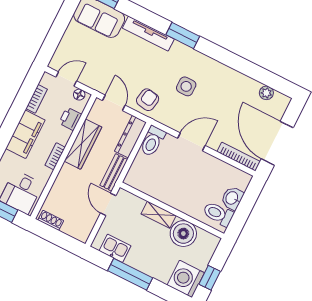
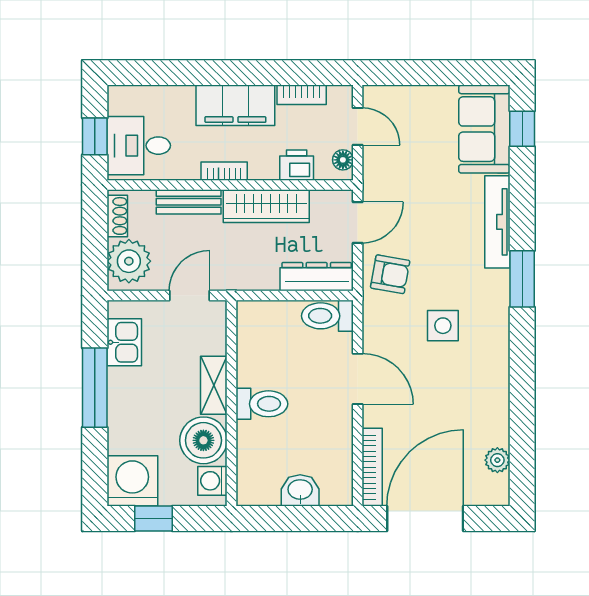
bench: (114, 172) -> (189, 202), moved
toilet: (218, 214) -> (262, 404), moved, turned 90
plant: (76, 226) -> (129, 261), added
washing machine: (206, 239) -> (212, 481), added

